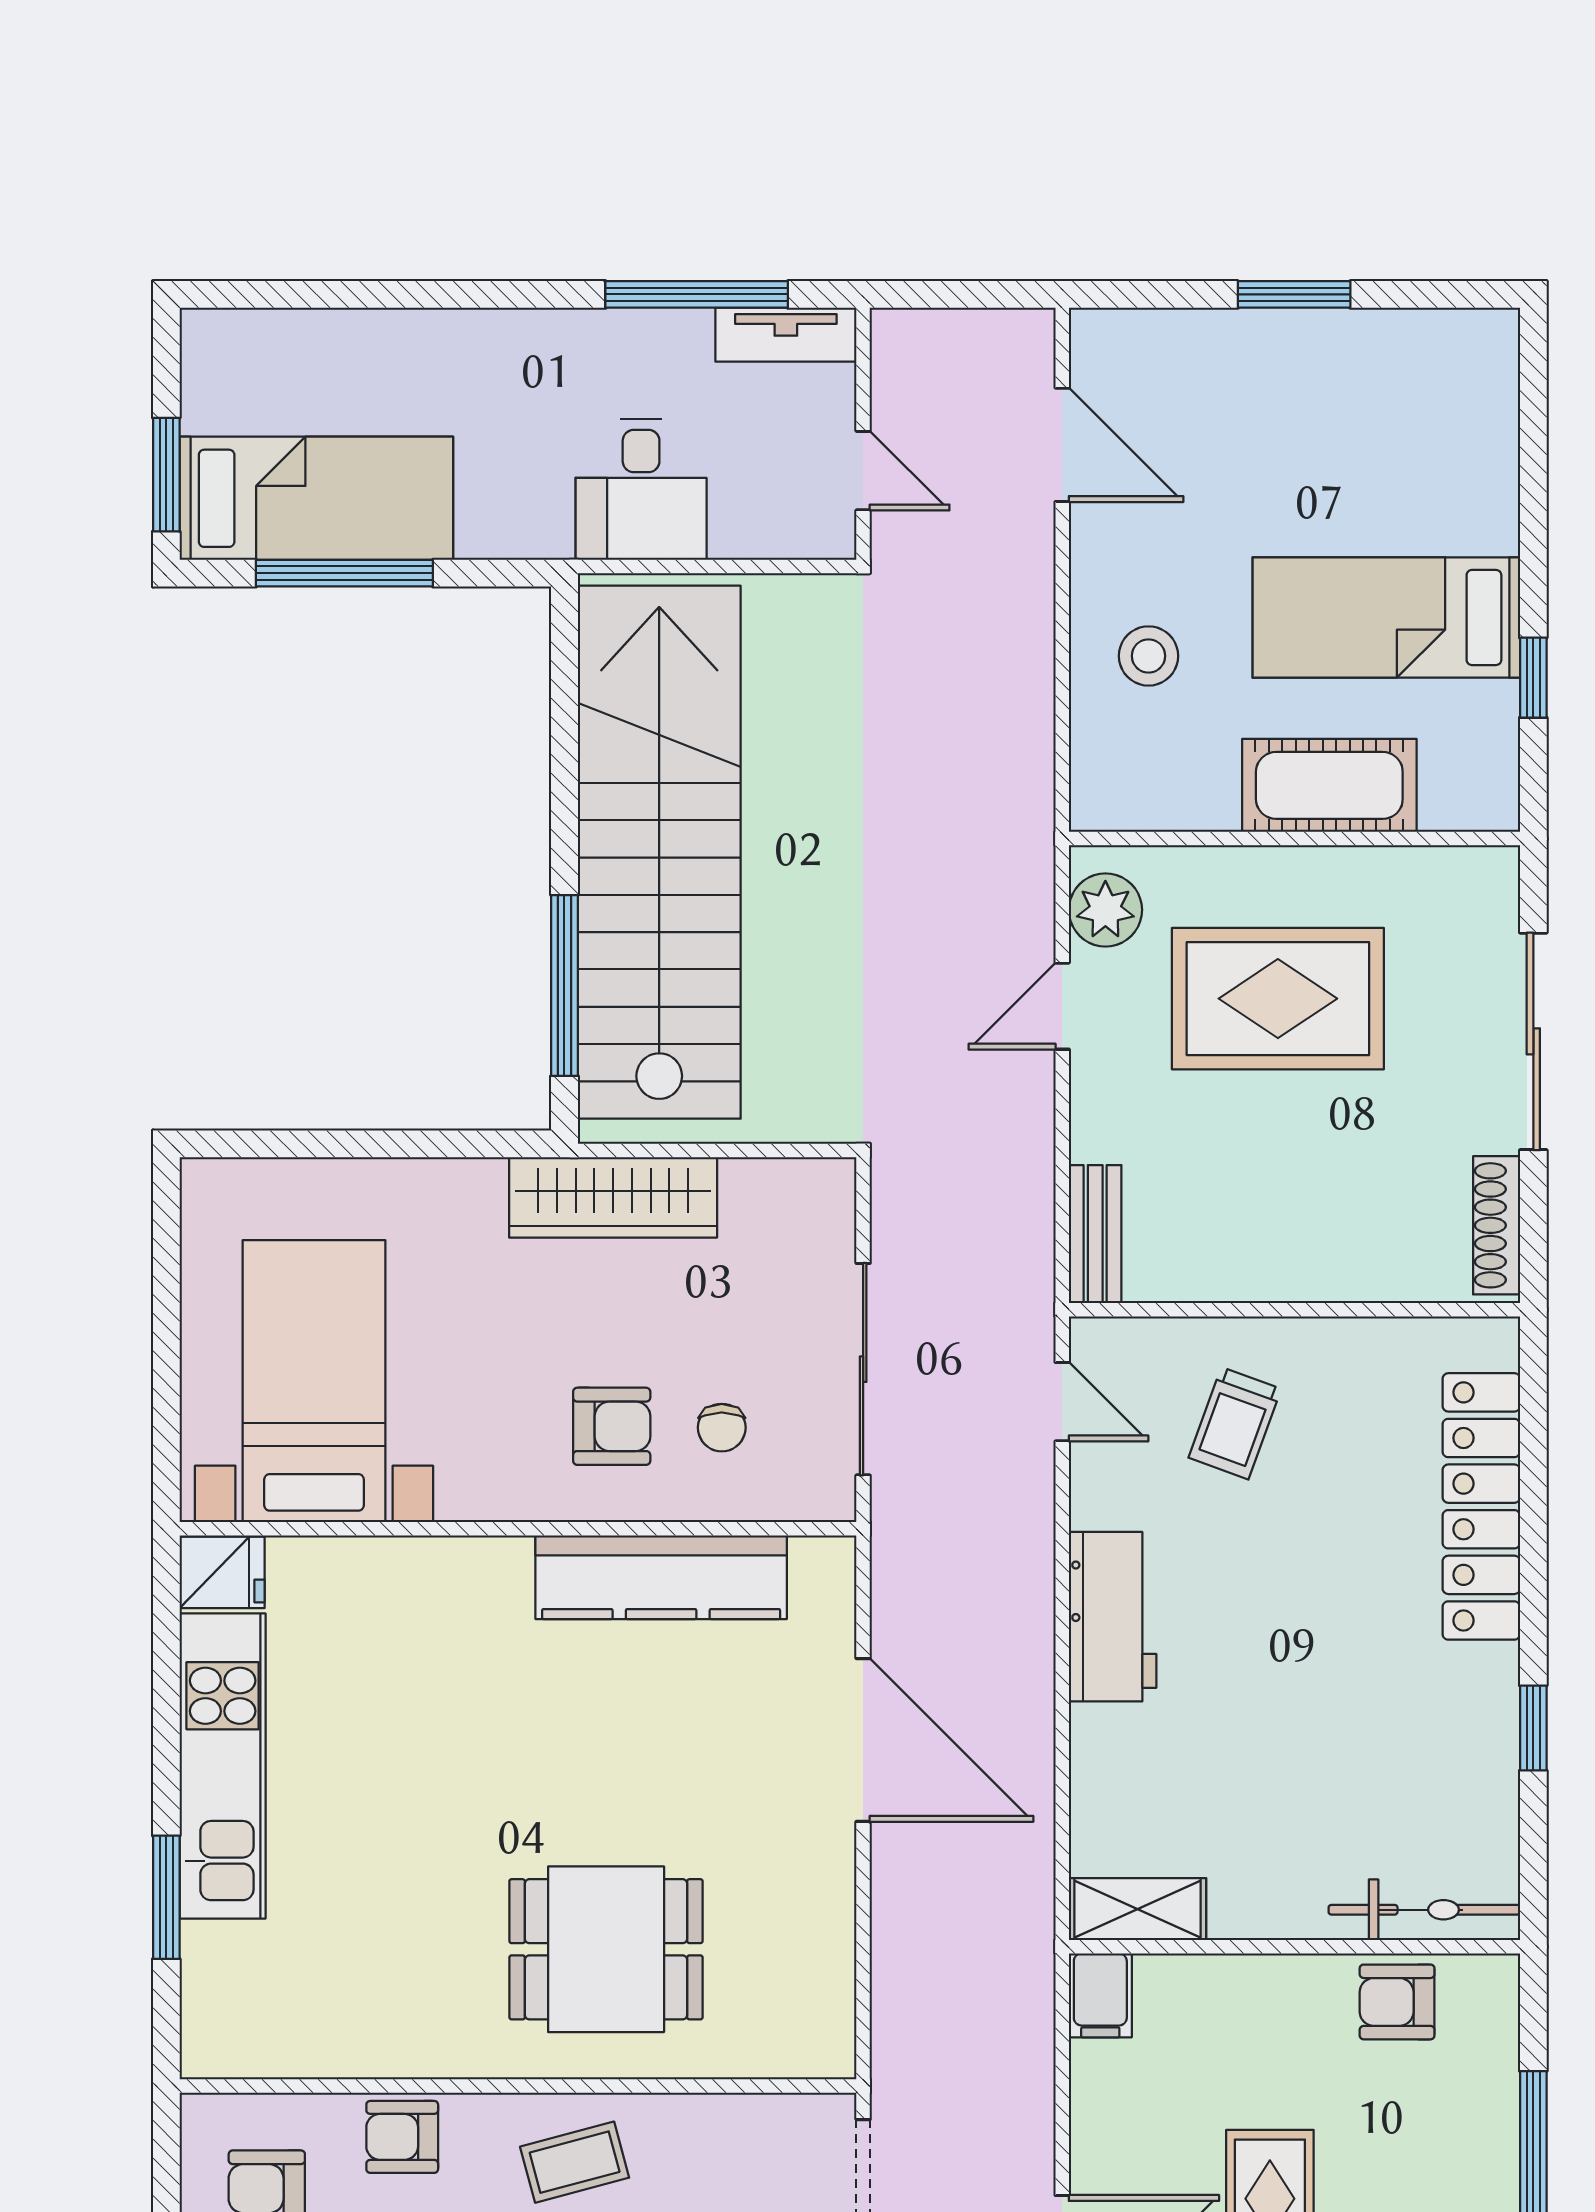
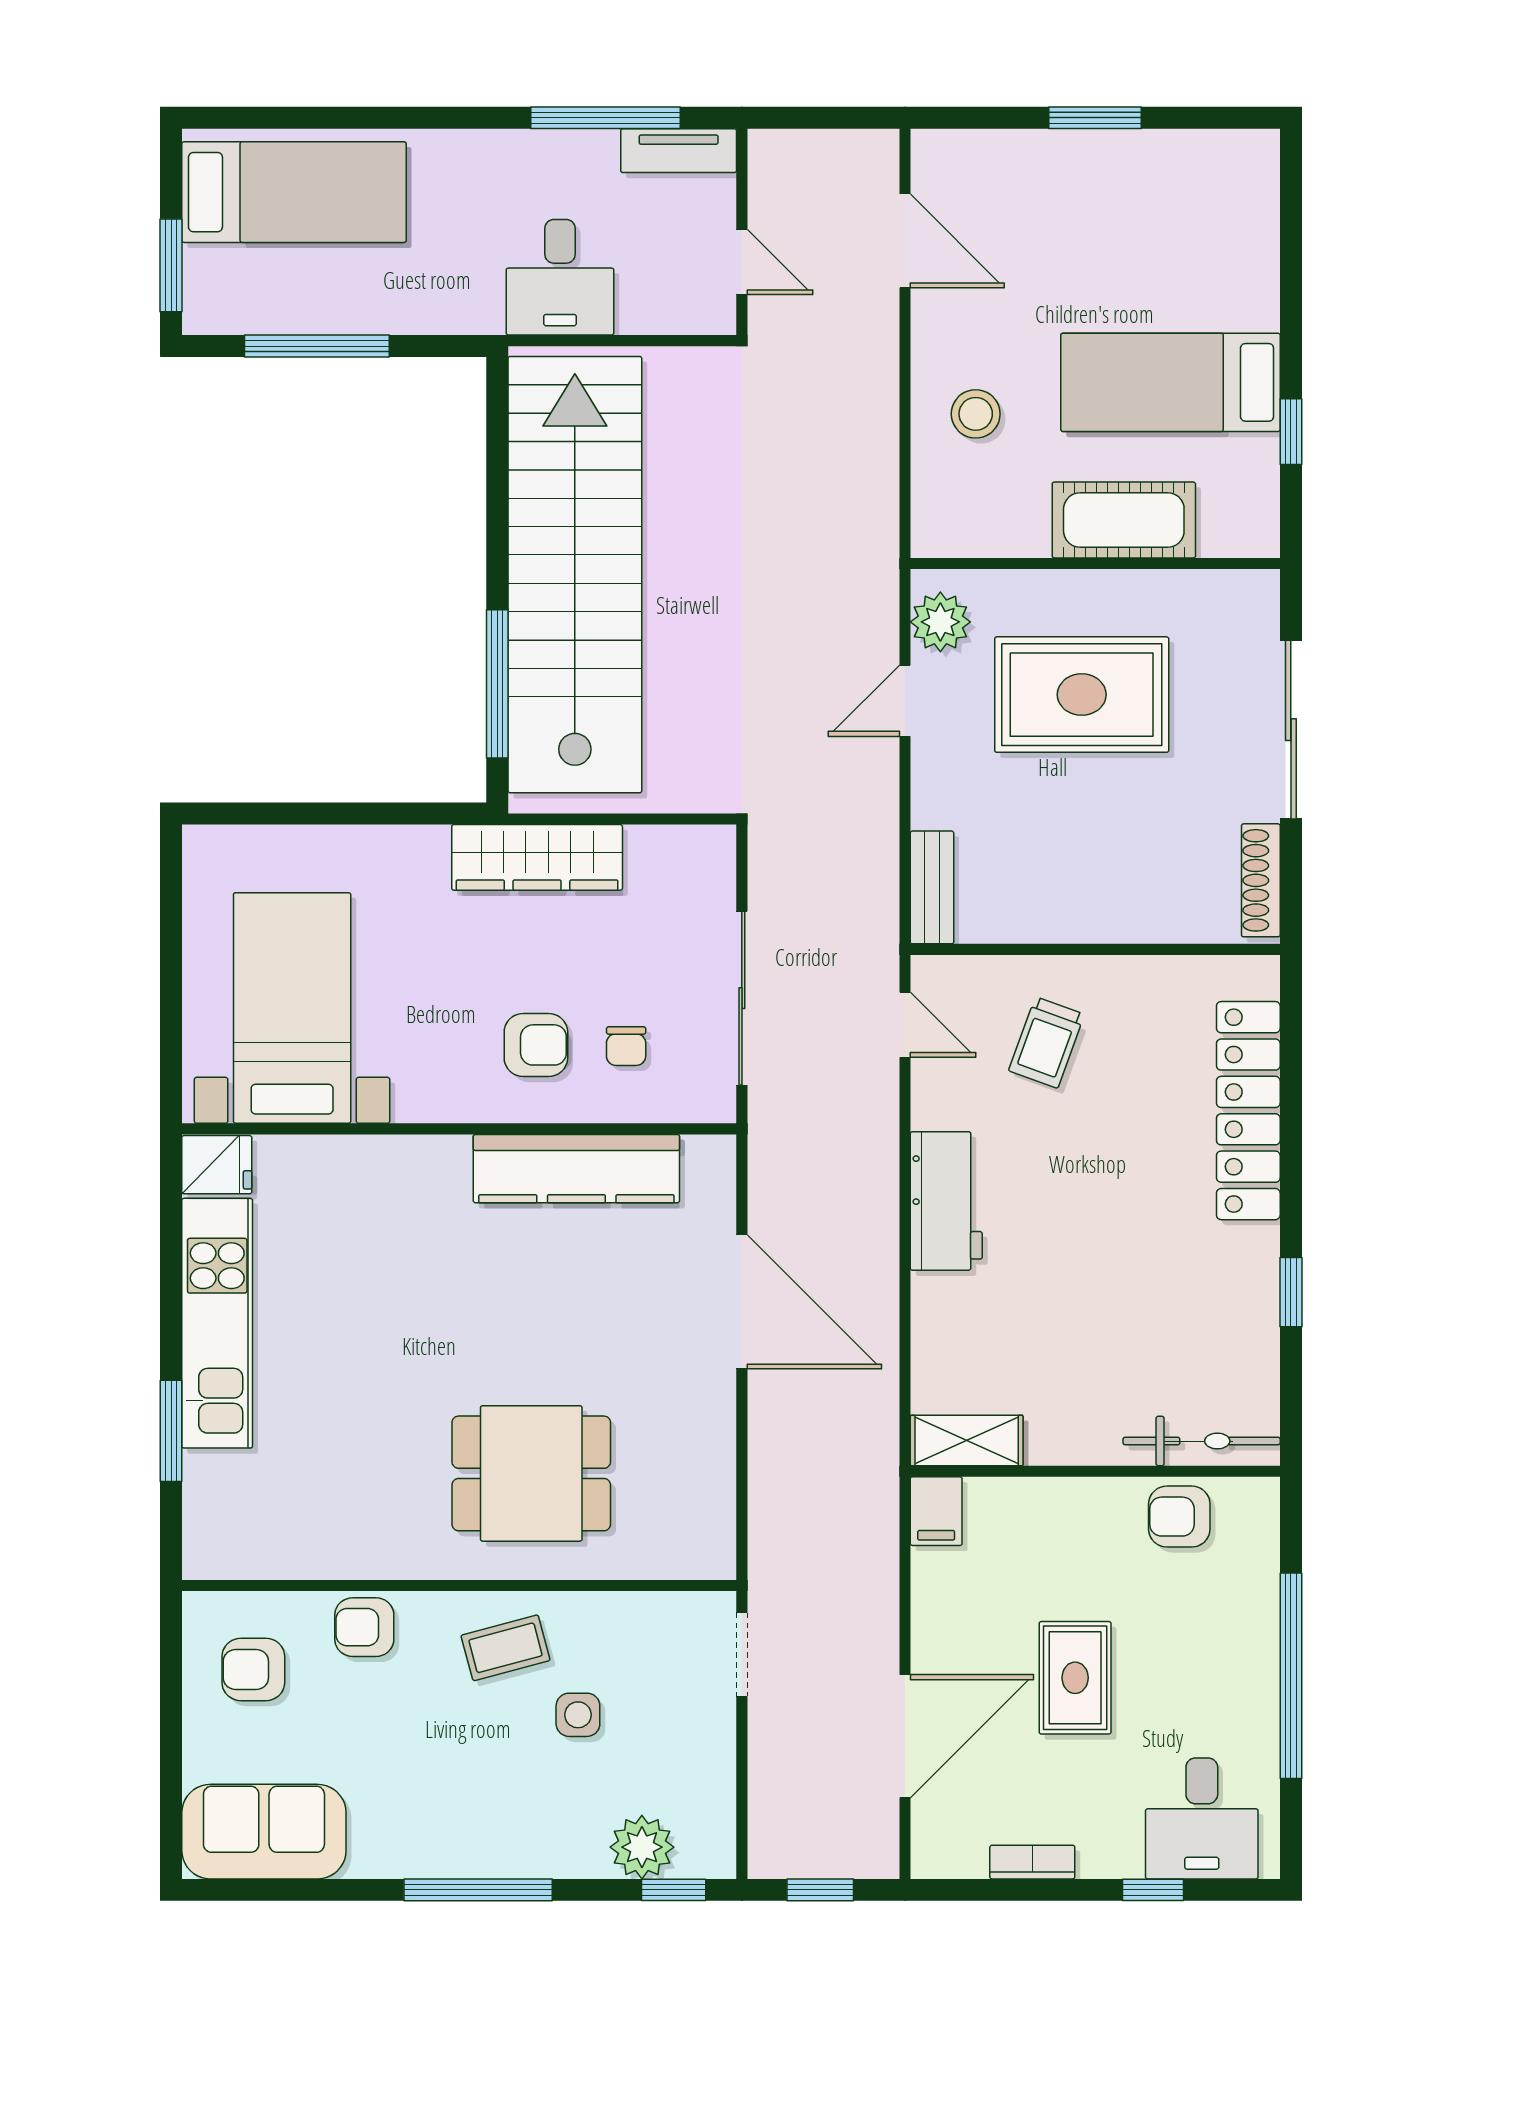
bed: (316, 498) -> (294, 192), moved

